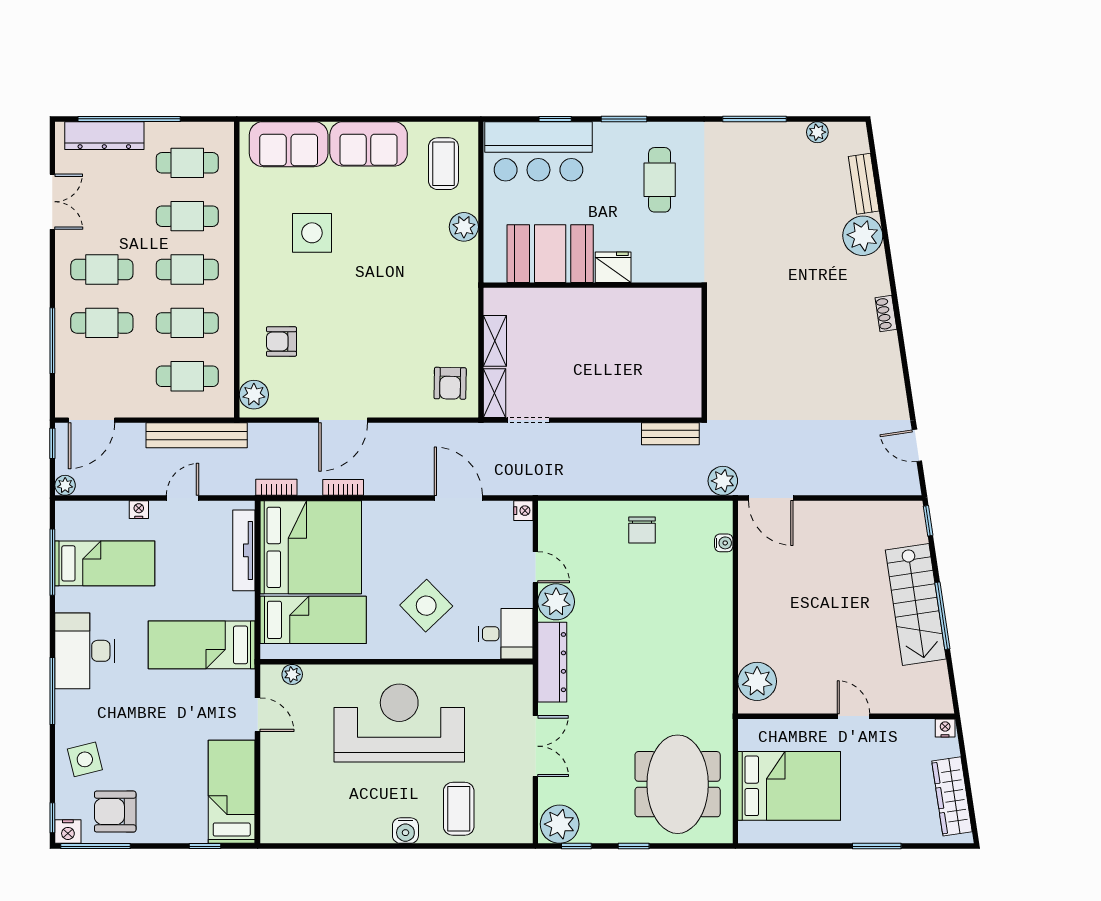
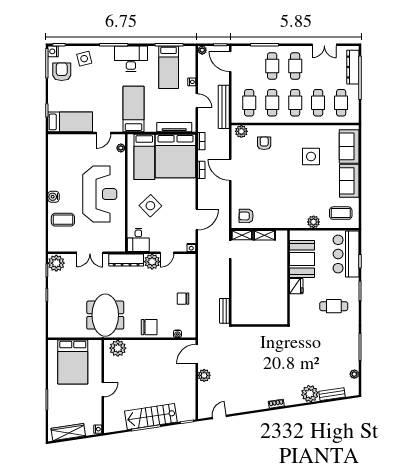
plant: (723, 481) -> (204, 375), moved
chair: (708, 608) -> (149, 327), added
meeting table: (678, 784) -> (105, 315), moved, turned 90

